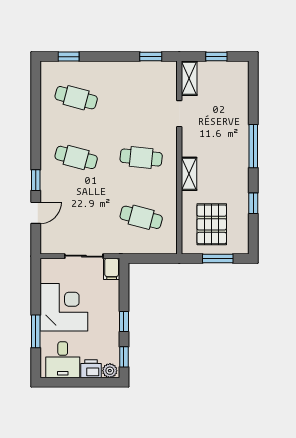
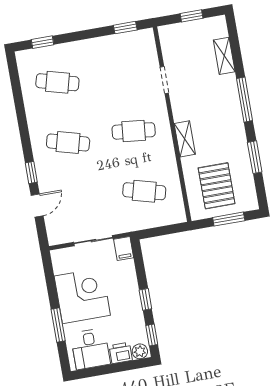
shelving: (189, 78) -> (224, 56), moved
window: (253, 203) -> (255, 157), width x1.50

